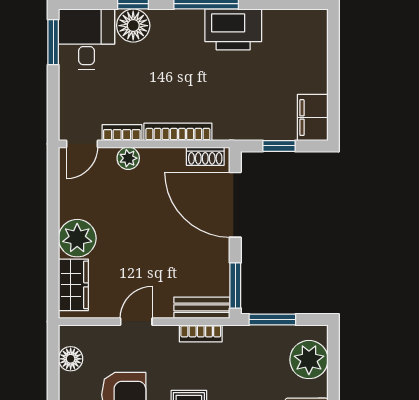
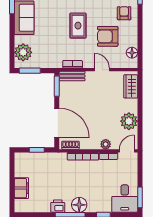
floor lamp: (133, 26) -> (79, 205), moved
printer: (233, 29) -> (58, 206), width x0.53, depth x0.68
filing cabinet: (313, 118) -> (21, 188), moved
plant: (77, 238) -> (129, 121), moved
window: (272, 320) -> (30, 71), moved
door: (136, 322) -> (102, 70), swing flipped

